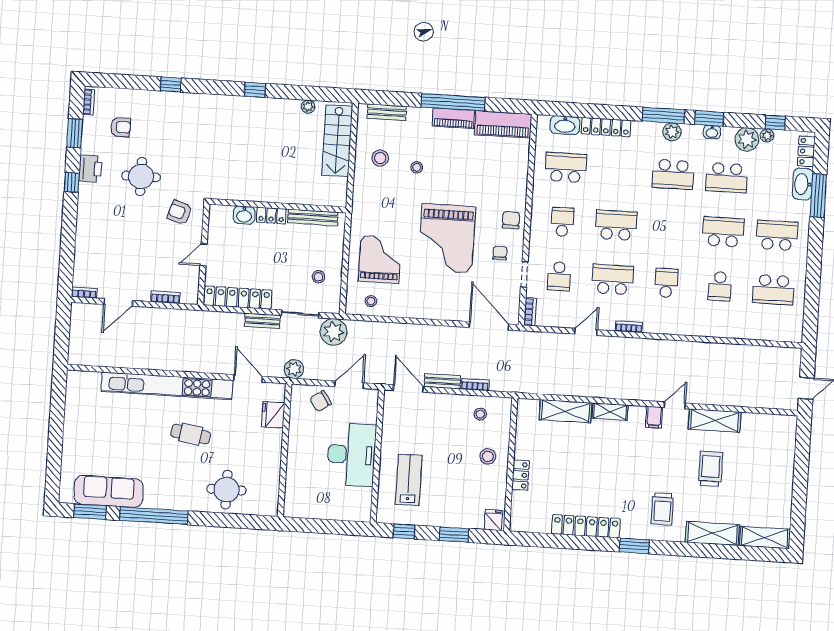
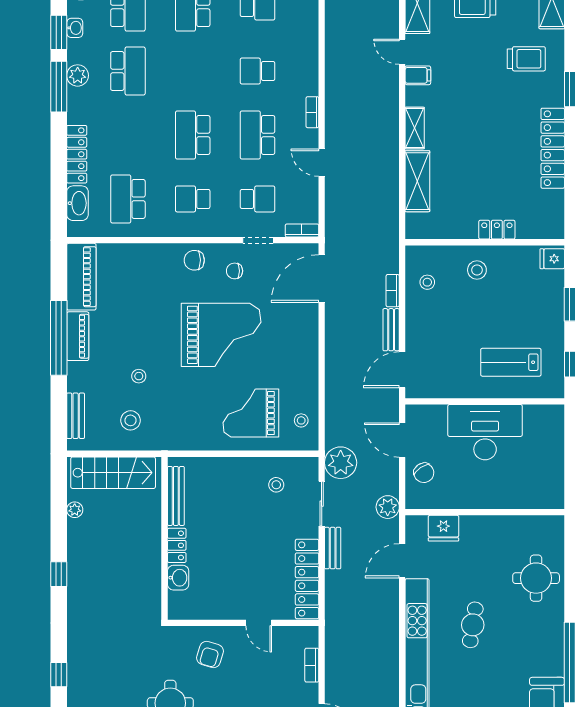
wall: (278, 206) -> (165, 538), moved
washbasin: (244, 215) -> (178, 578), moved
locker: (271, 216) -> (177, 545), moved
bench: (313, 217) -> (176, 496), moved

